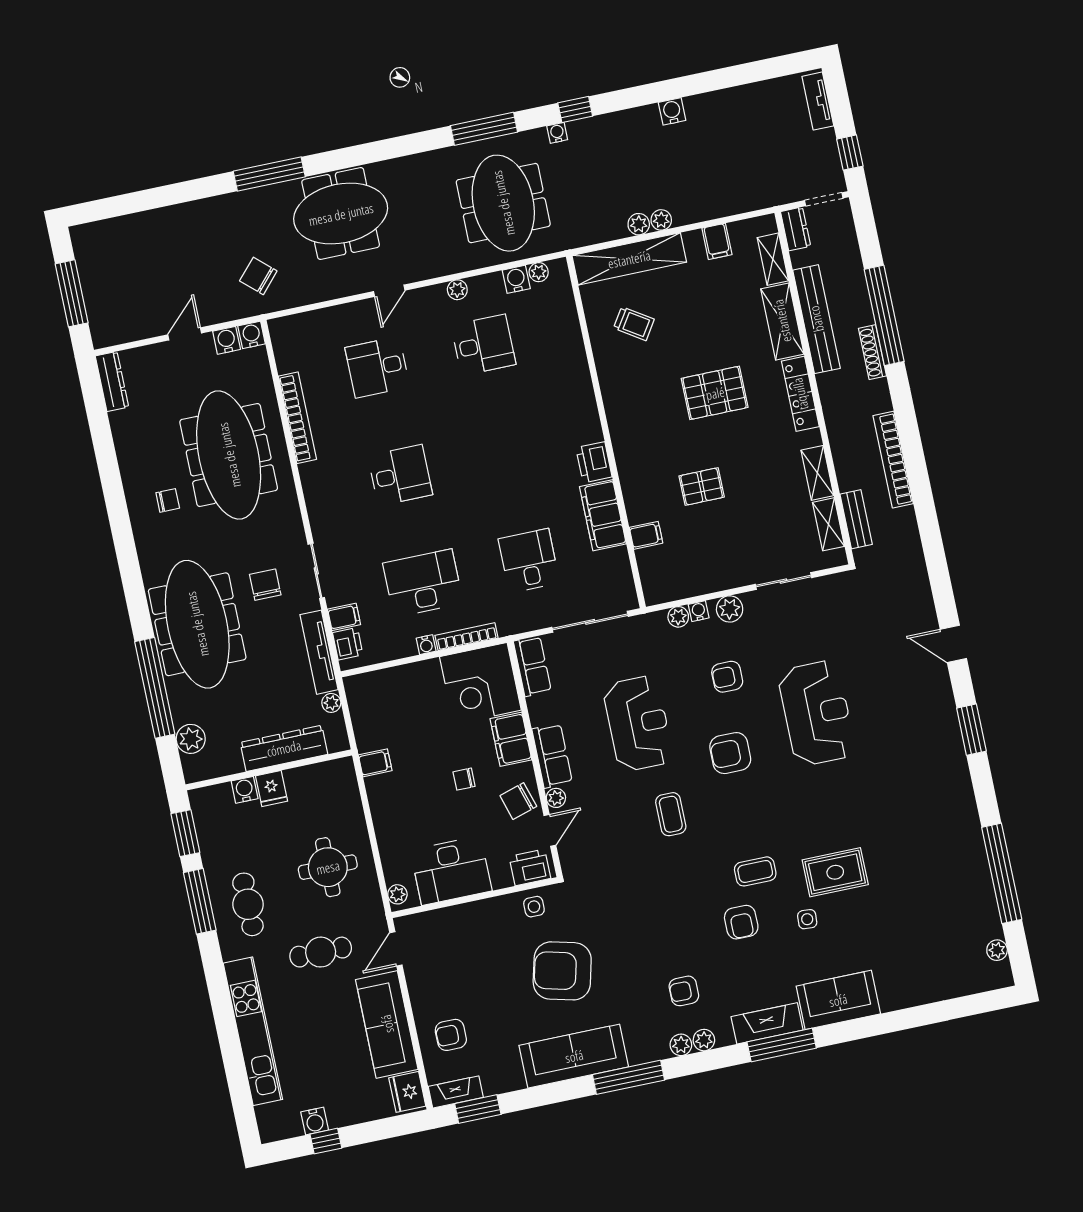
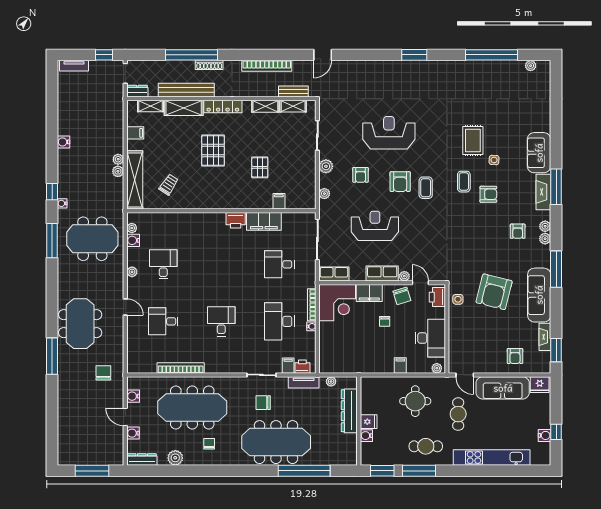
chair: (258, 276) -> (103, 373), turned 138
water cooler: (252, 335) -> (133, 433), moved
desk: (377, 367) -> (163, 321), turned 90
water cooler: (699, 611) -> (324, 182), removed
door: (953, 644) -> (323, 55), moved
tv unit: (319, 652) -> (304, 382), width x0.71
plant: (191, 739) -> (175, 458), moved
filing cabinet: (375, 763) -> (400, 365), moved
coffee table: (671, 814) -> (426, 188), moved, turned 90
fireplace: (456, 1092) -> (545, 337), moved

